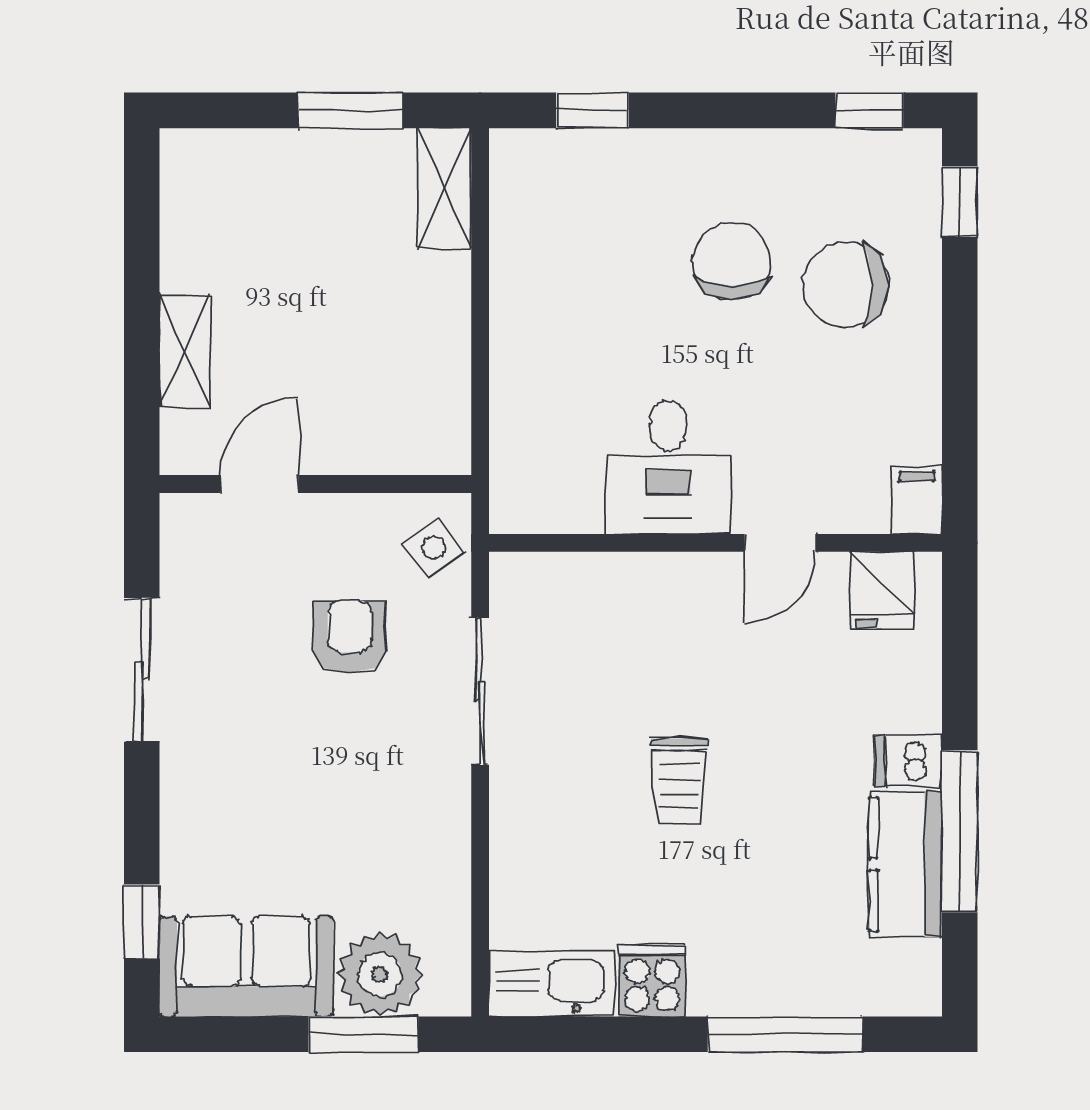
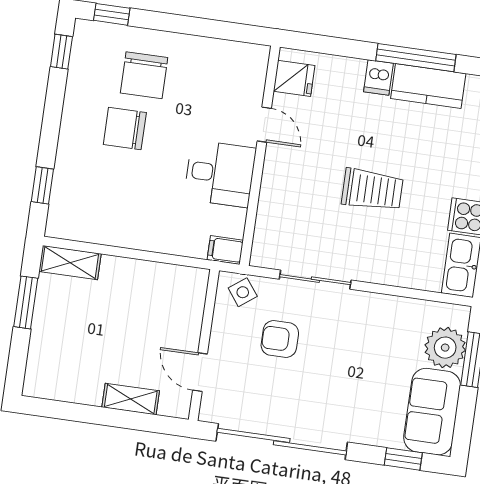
filing cabinet: (917, 500) -> (225, 250), moved
sliding door: (142, 670) -> (282, 442), width x1.86
trolley: (679, 781) -> (372, 190), width x1.36, depth x1.39

